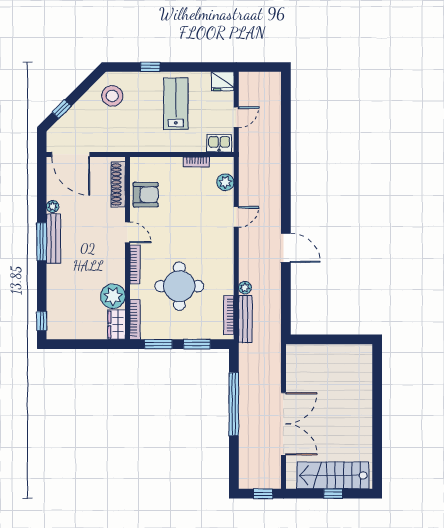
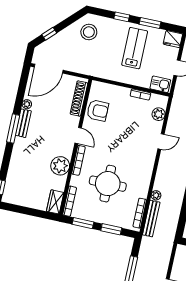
window: (189, 67) -> (150, 23), added
door: (71, 154) -> (49, 69), hinge flipped
bench: (53, 239) -> (23, 123), width x0.73
plant: (113, 296) -> (60, 166), moved

